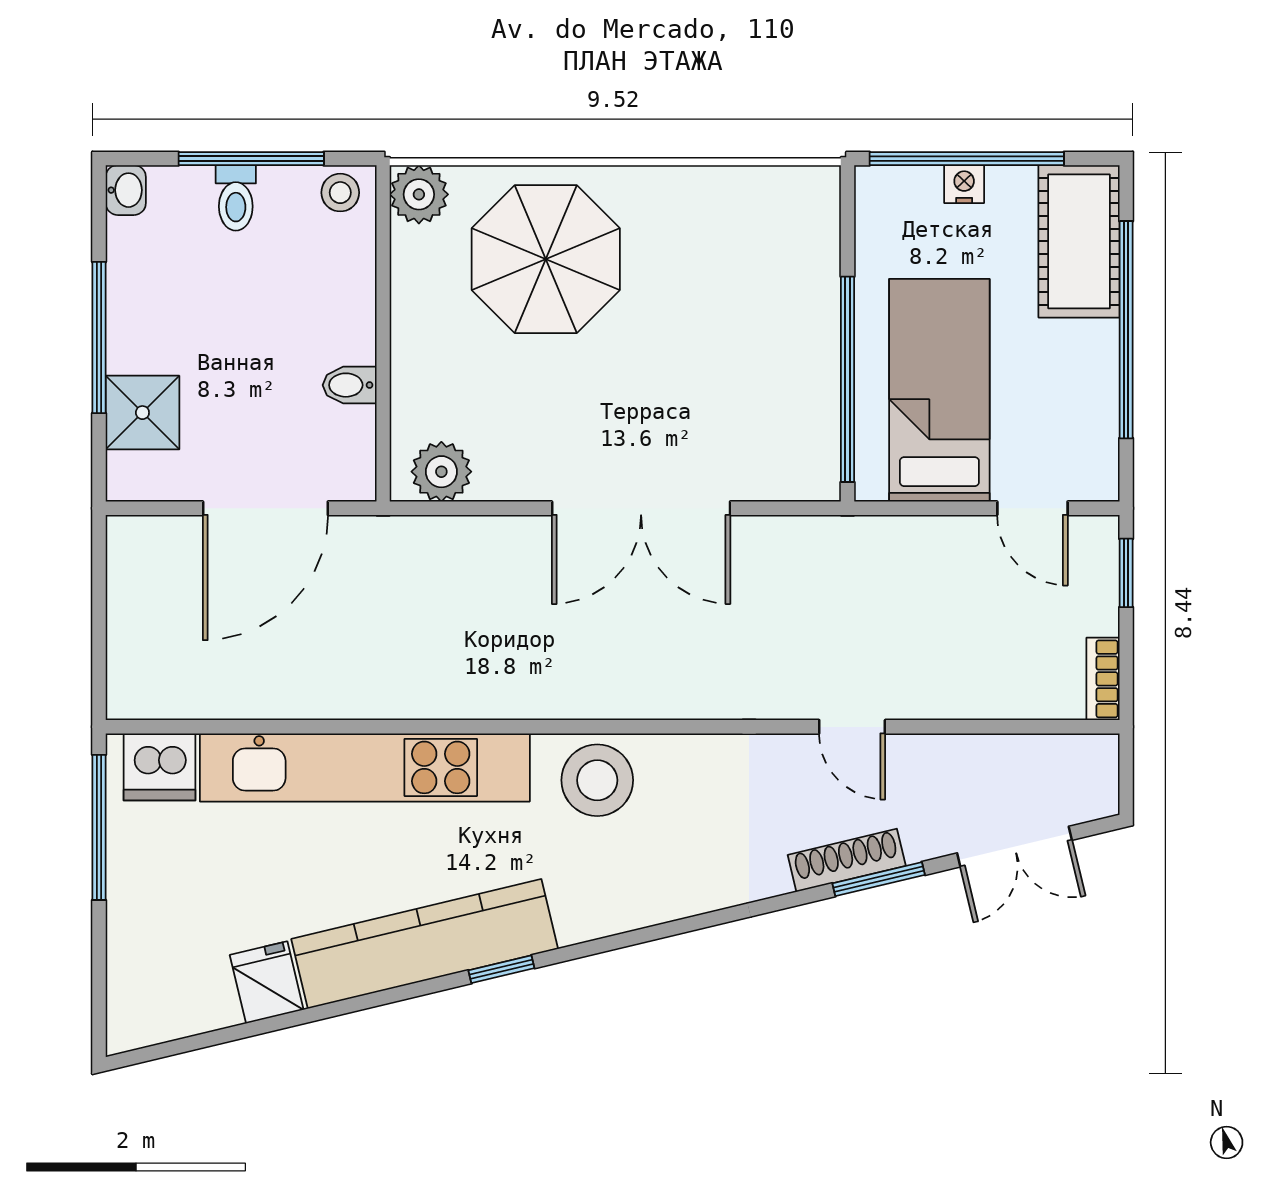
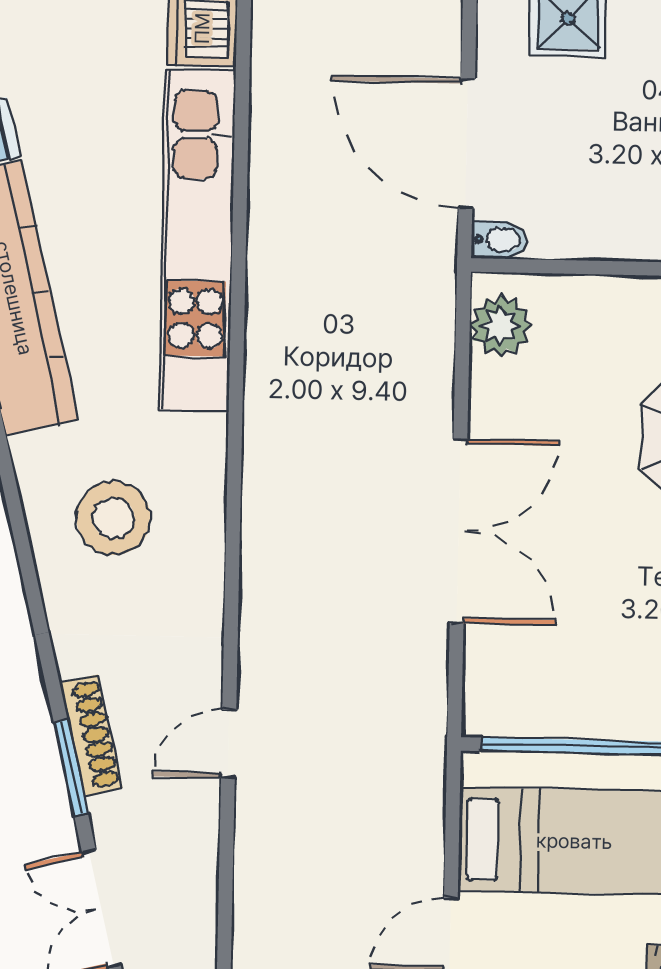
bidet: (350, 385) -> (499, 240), moved, turned 90
double door: (641, 508) -> (459, 531), swing flipped
stool: (597, 780) -> (114, 518), moved

